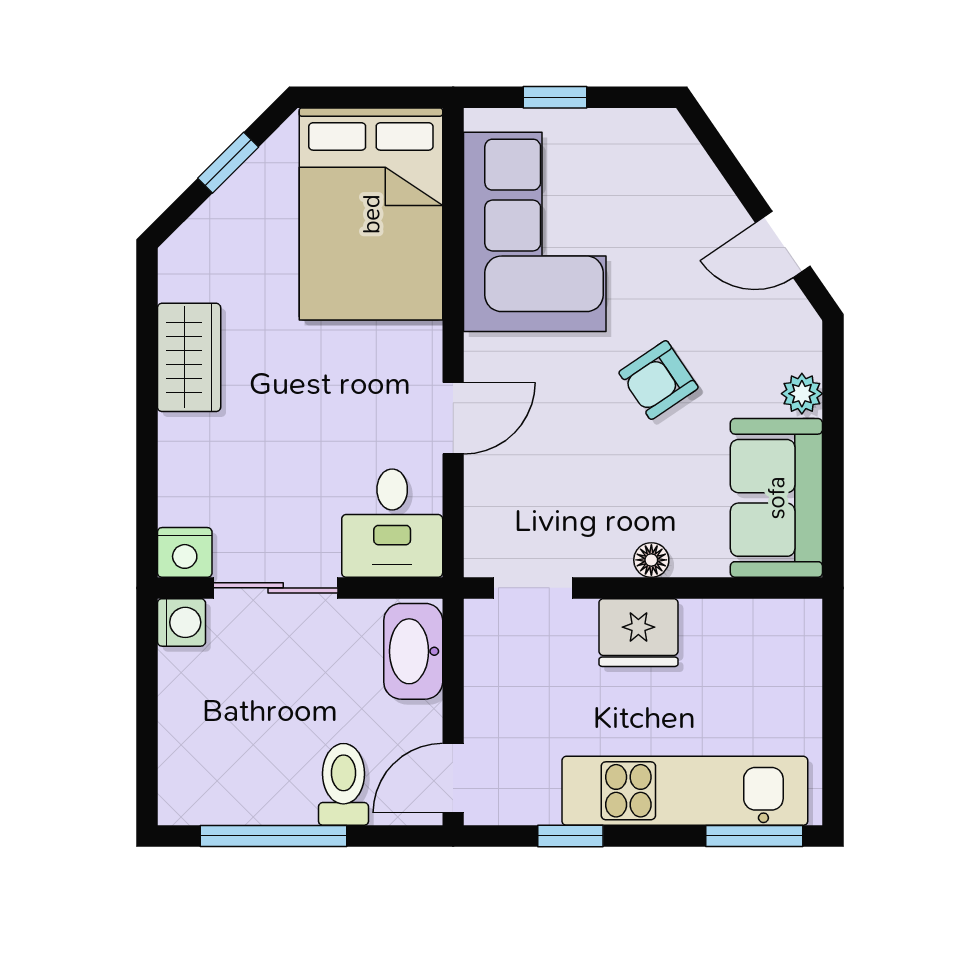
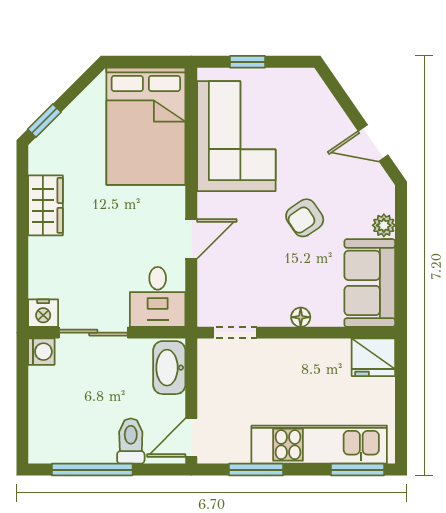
window: (228, 163) -> (44, 121), moved
fridge: (638, 633) -> (373, 357), moved
window: (570, 836) -> (256, 470), width x1.50

